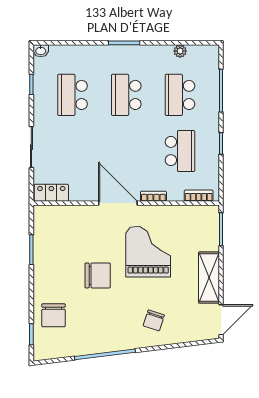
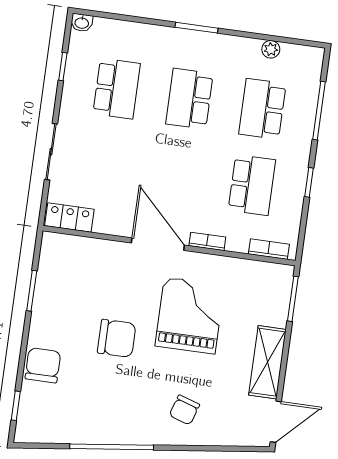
school desk: (72, 95) -> (117, 89), turned 180
chair: (54, 315) -> (43, 365), moved, turned 180

